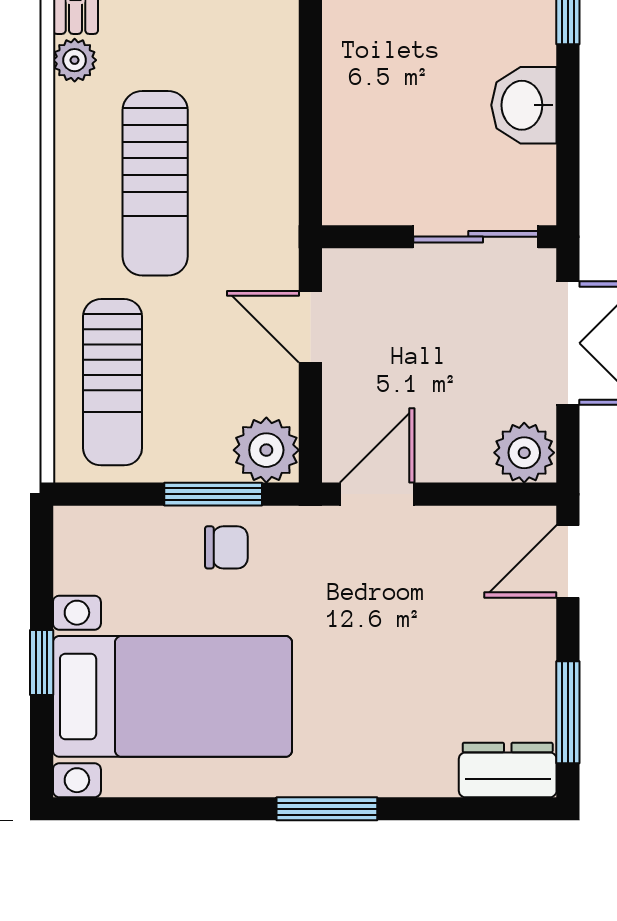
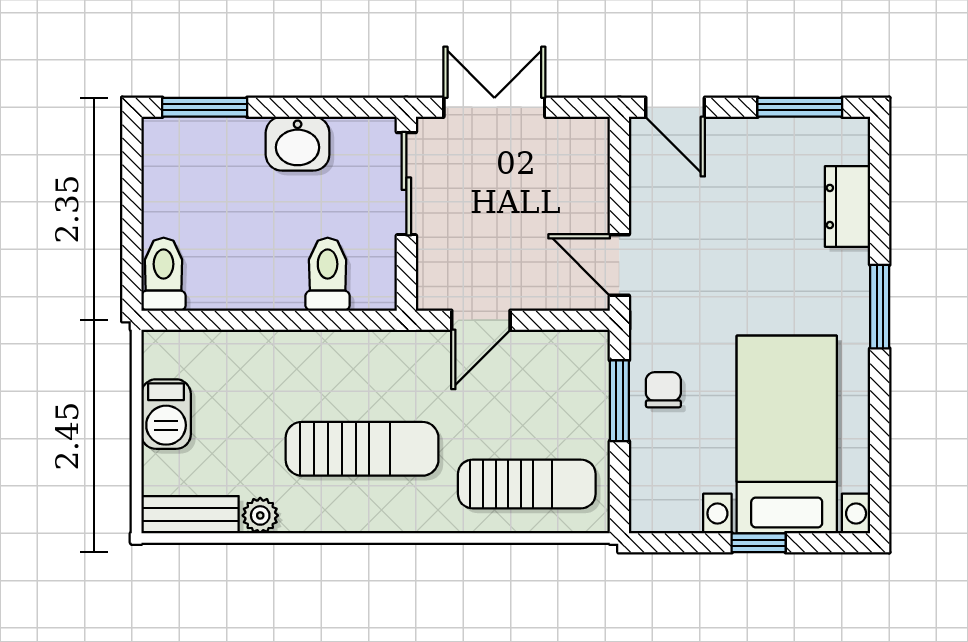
toilet: (366, 141) -> (328, 274), added
plant: (266, 450) -> (583, 357), removed
plant: (524, 453) -> (585, 143), removed
dresser: (508, 770) -> (848, 206), moved

